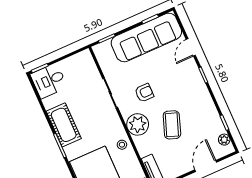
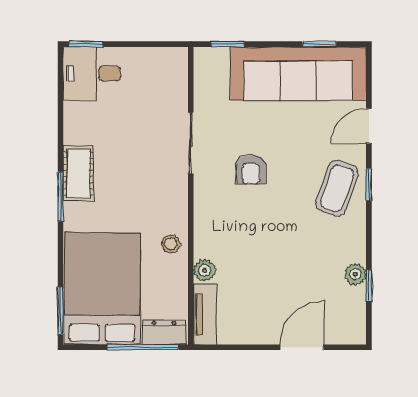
armchair: (144, 93) -> (251, 170), turned 90
plant: (138, 124) -> (205, 270), moved, width x0.53, depth x0.53
cot: (64, 125) -> (78, 173), width x0.73, depth x0.75
coffee table: (172, 125) -> (337, 188), moved
plant: (224, 140) -> (355, 274), moved

